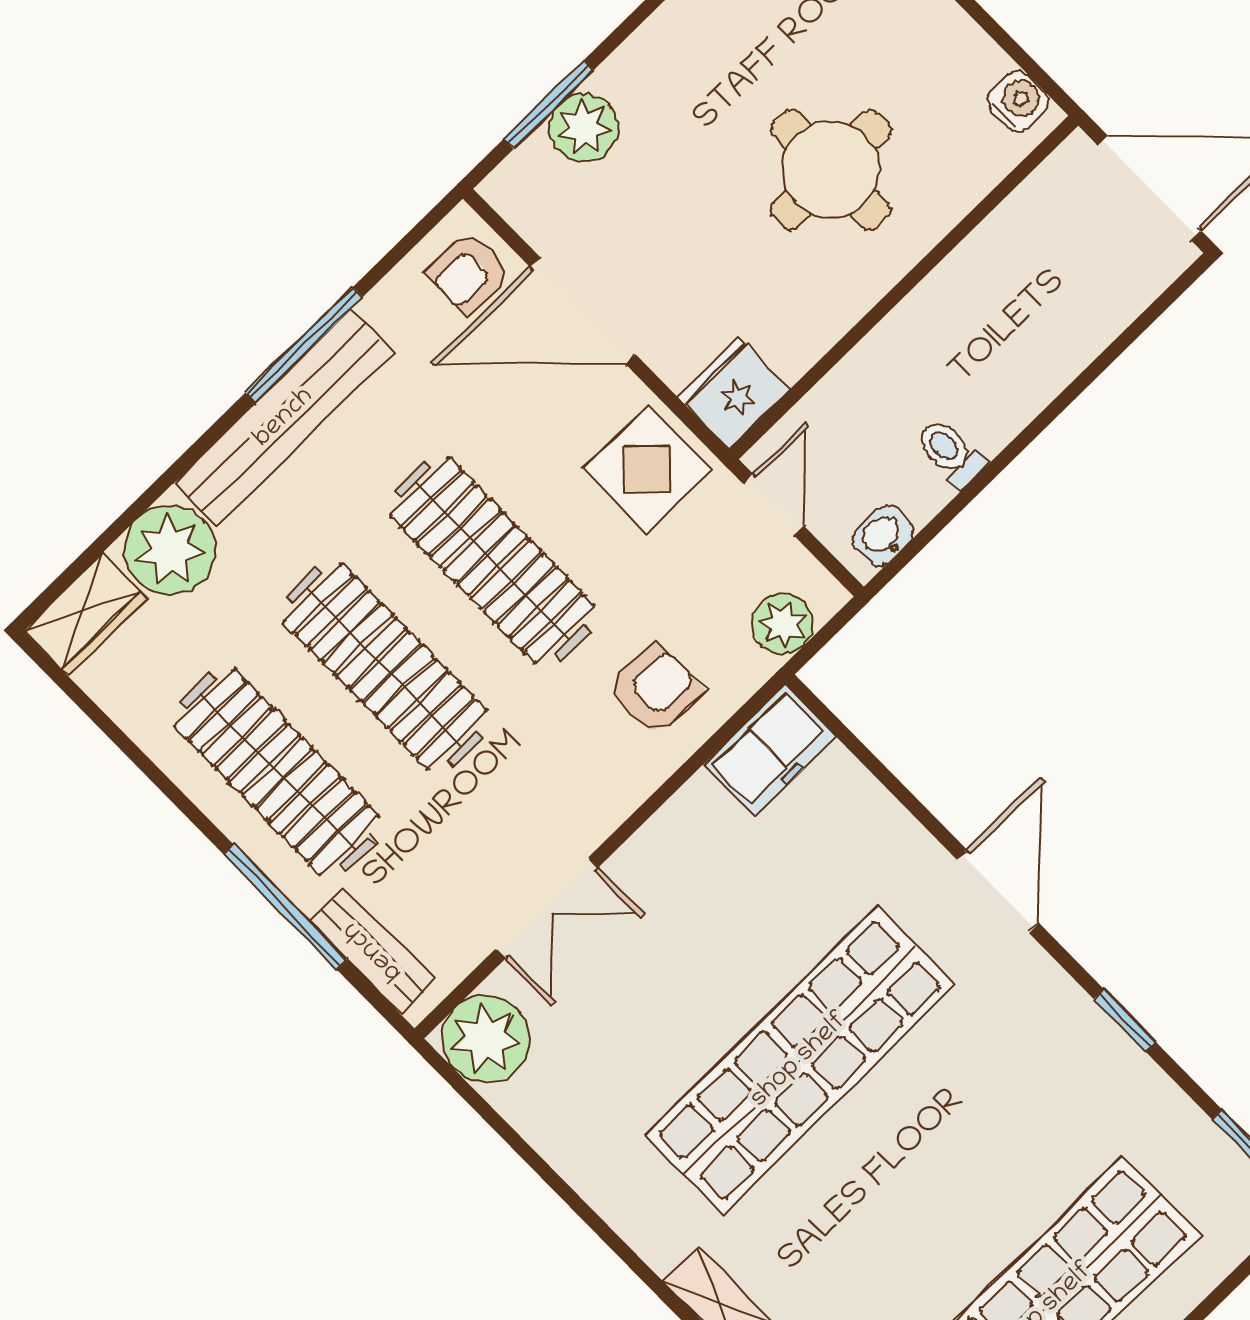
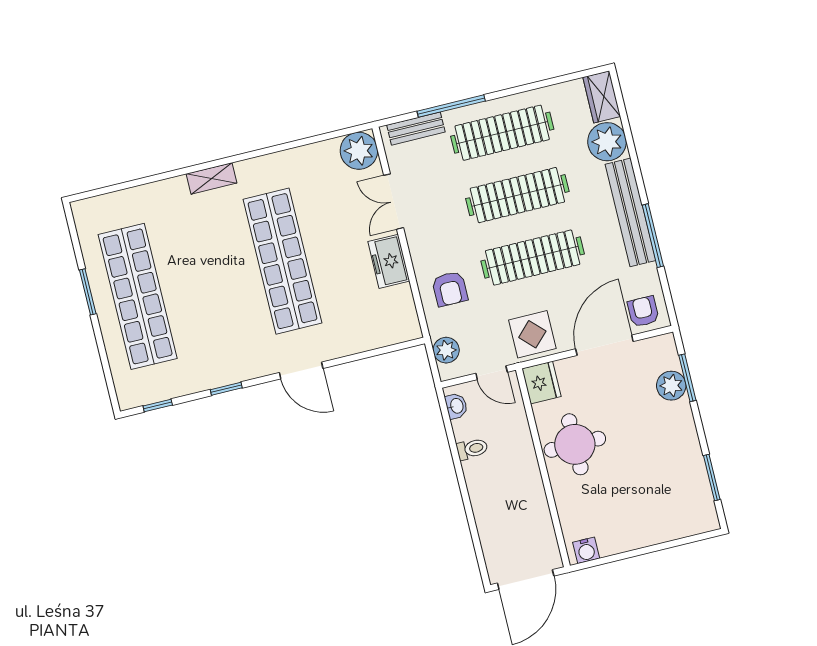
round table: (831, 170) -> (575, 444), moved
freezer: (770, 750) -> (389, 261), moved

